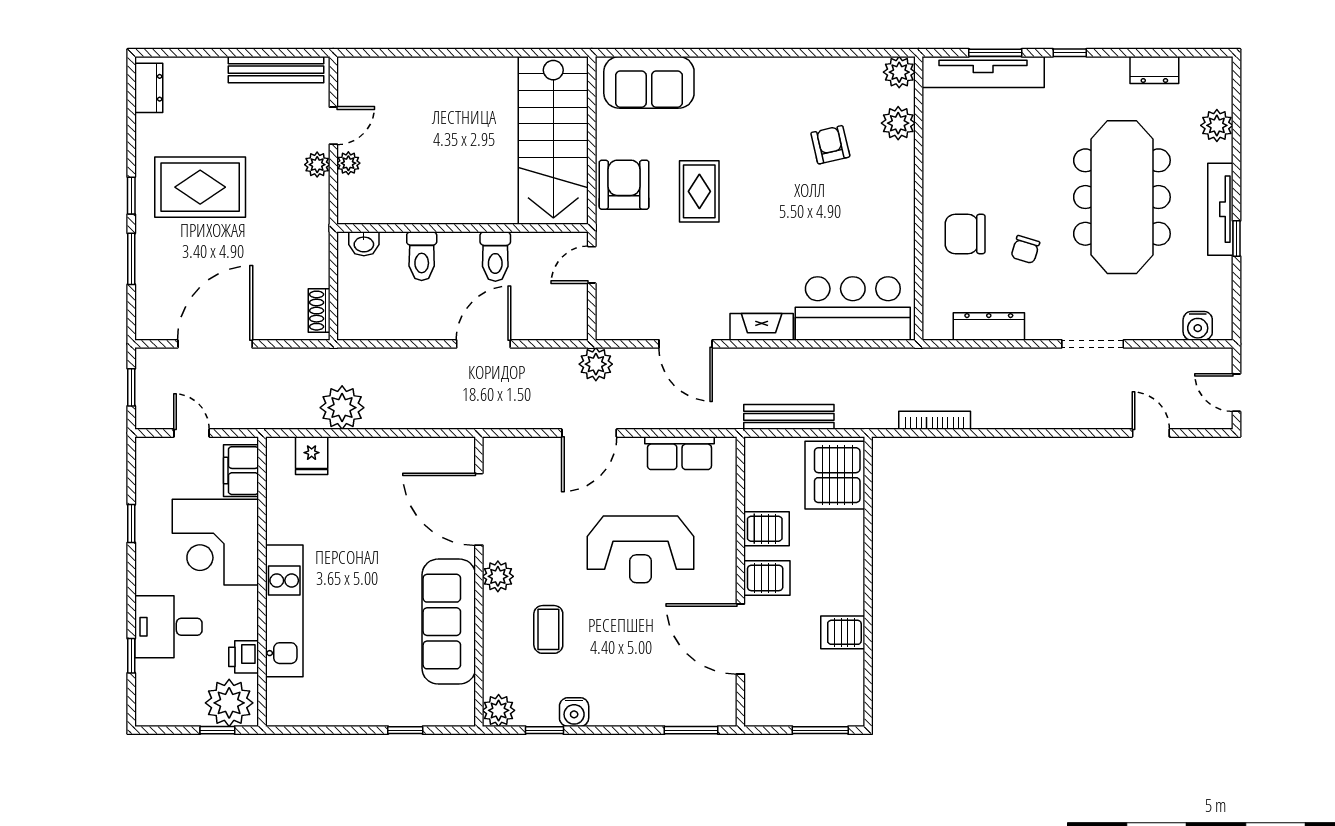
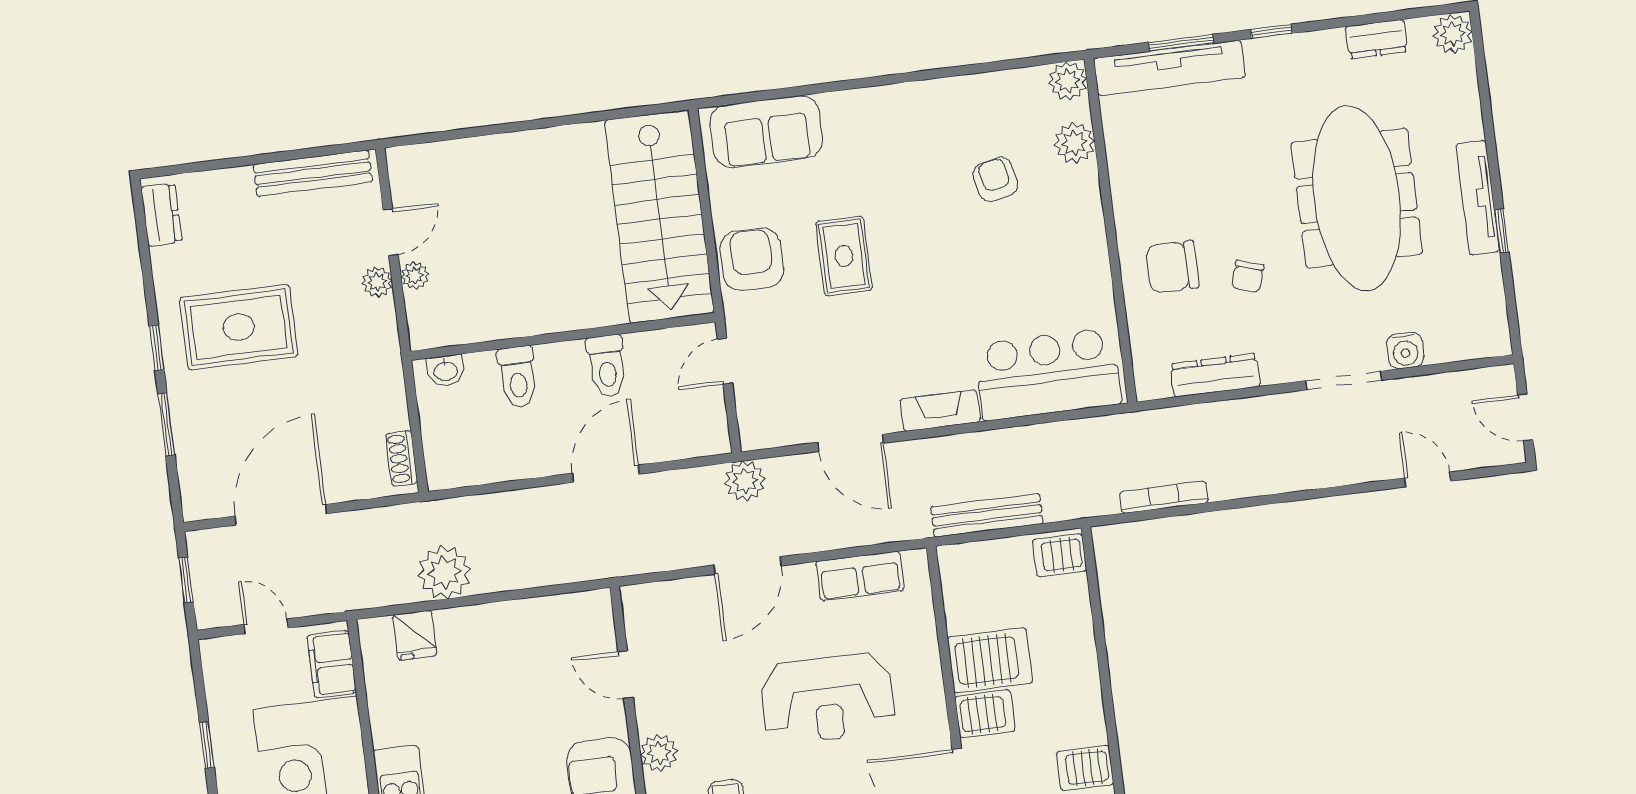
plant: (1217, 125) -> (1453, 34), moved
water cooler: (1198, 326) -> (1405, 350), moved
server rack: (835, 475) -> (1060, 555), width x0.46, depth x0.70
door: (479, 509) -> (626, 675), width x0.53
server rack: (767, 529) -> (990, 660), width x1.36, depth x1.44

